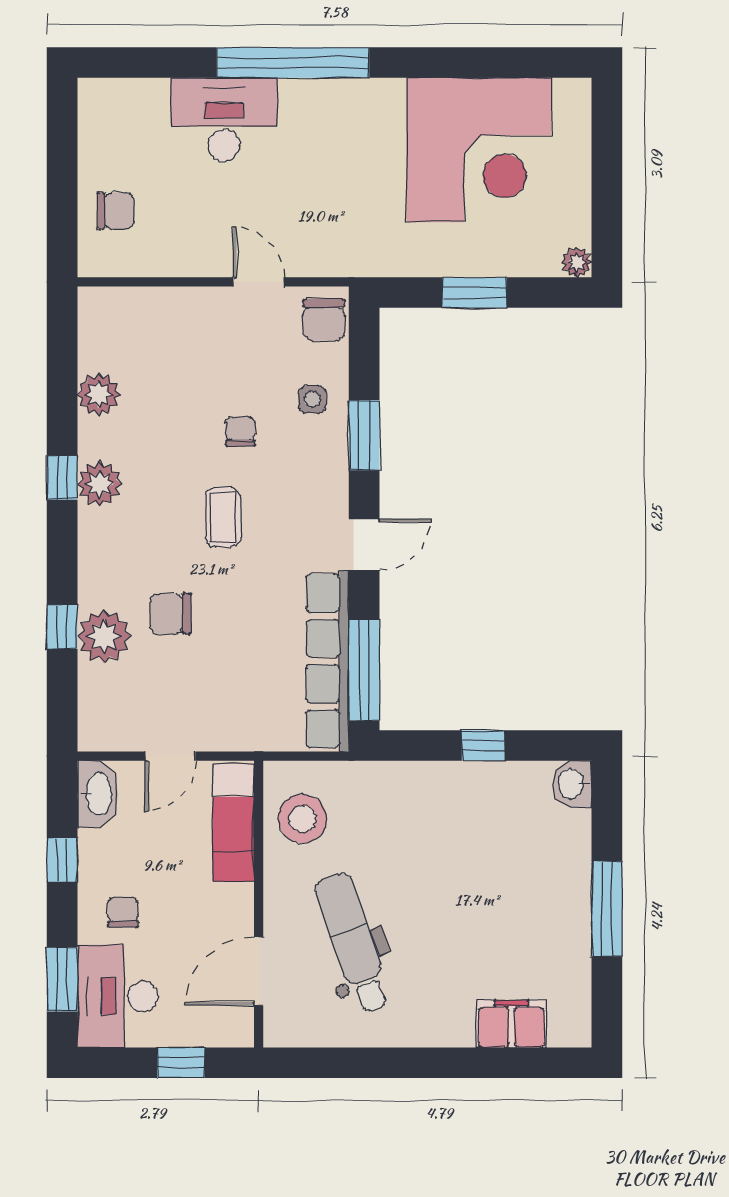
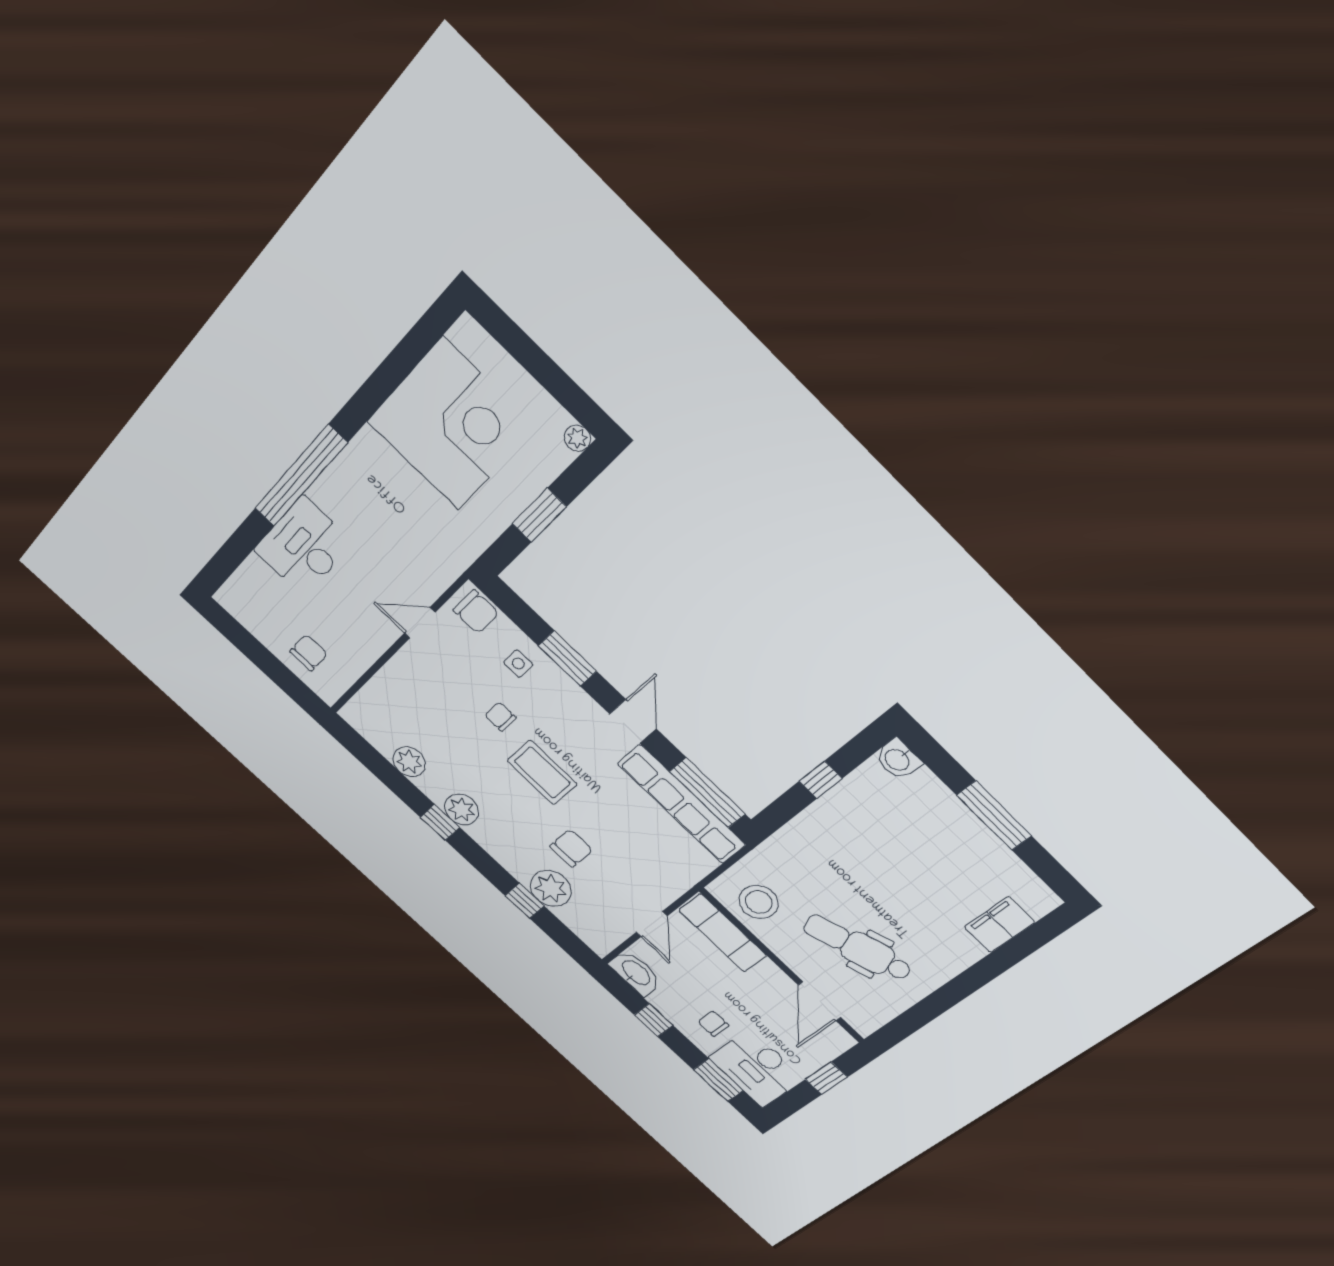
coffee table: (223, 517) -> (542, 772), width x1.36, depth x1.30
chair: (171, 614) -> (571, 848), turned 180

